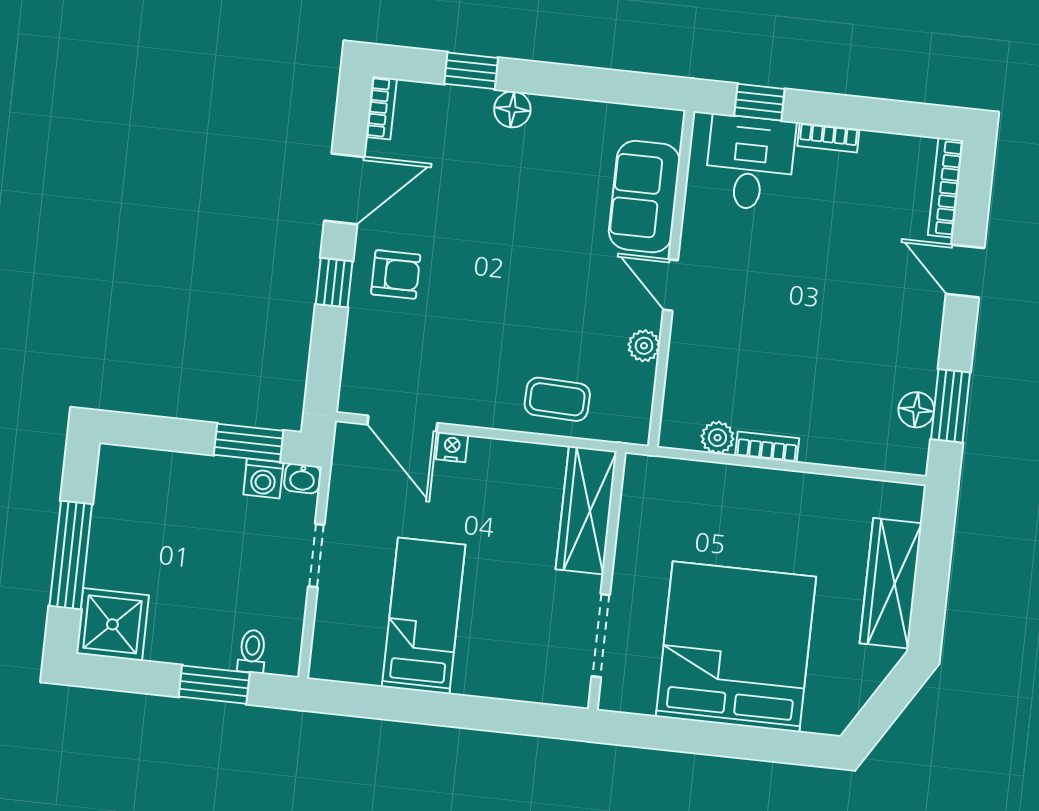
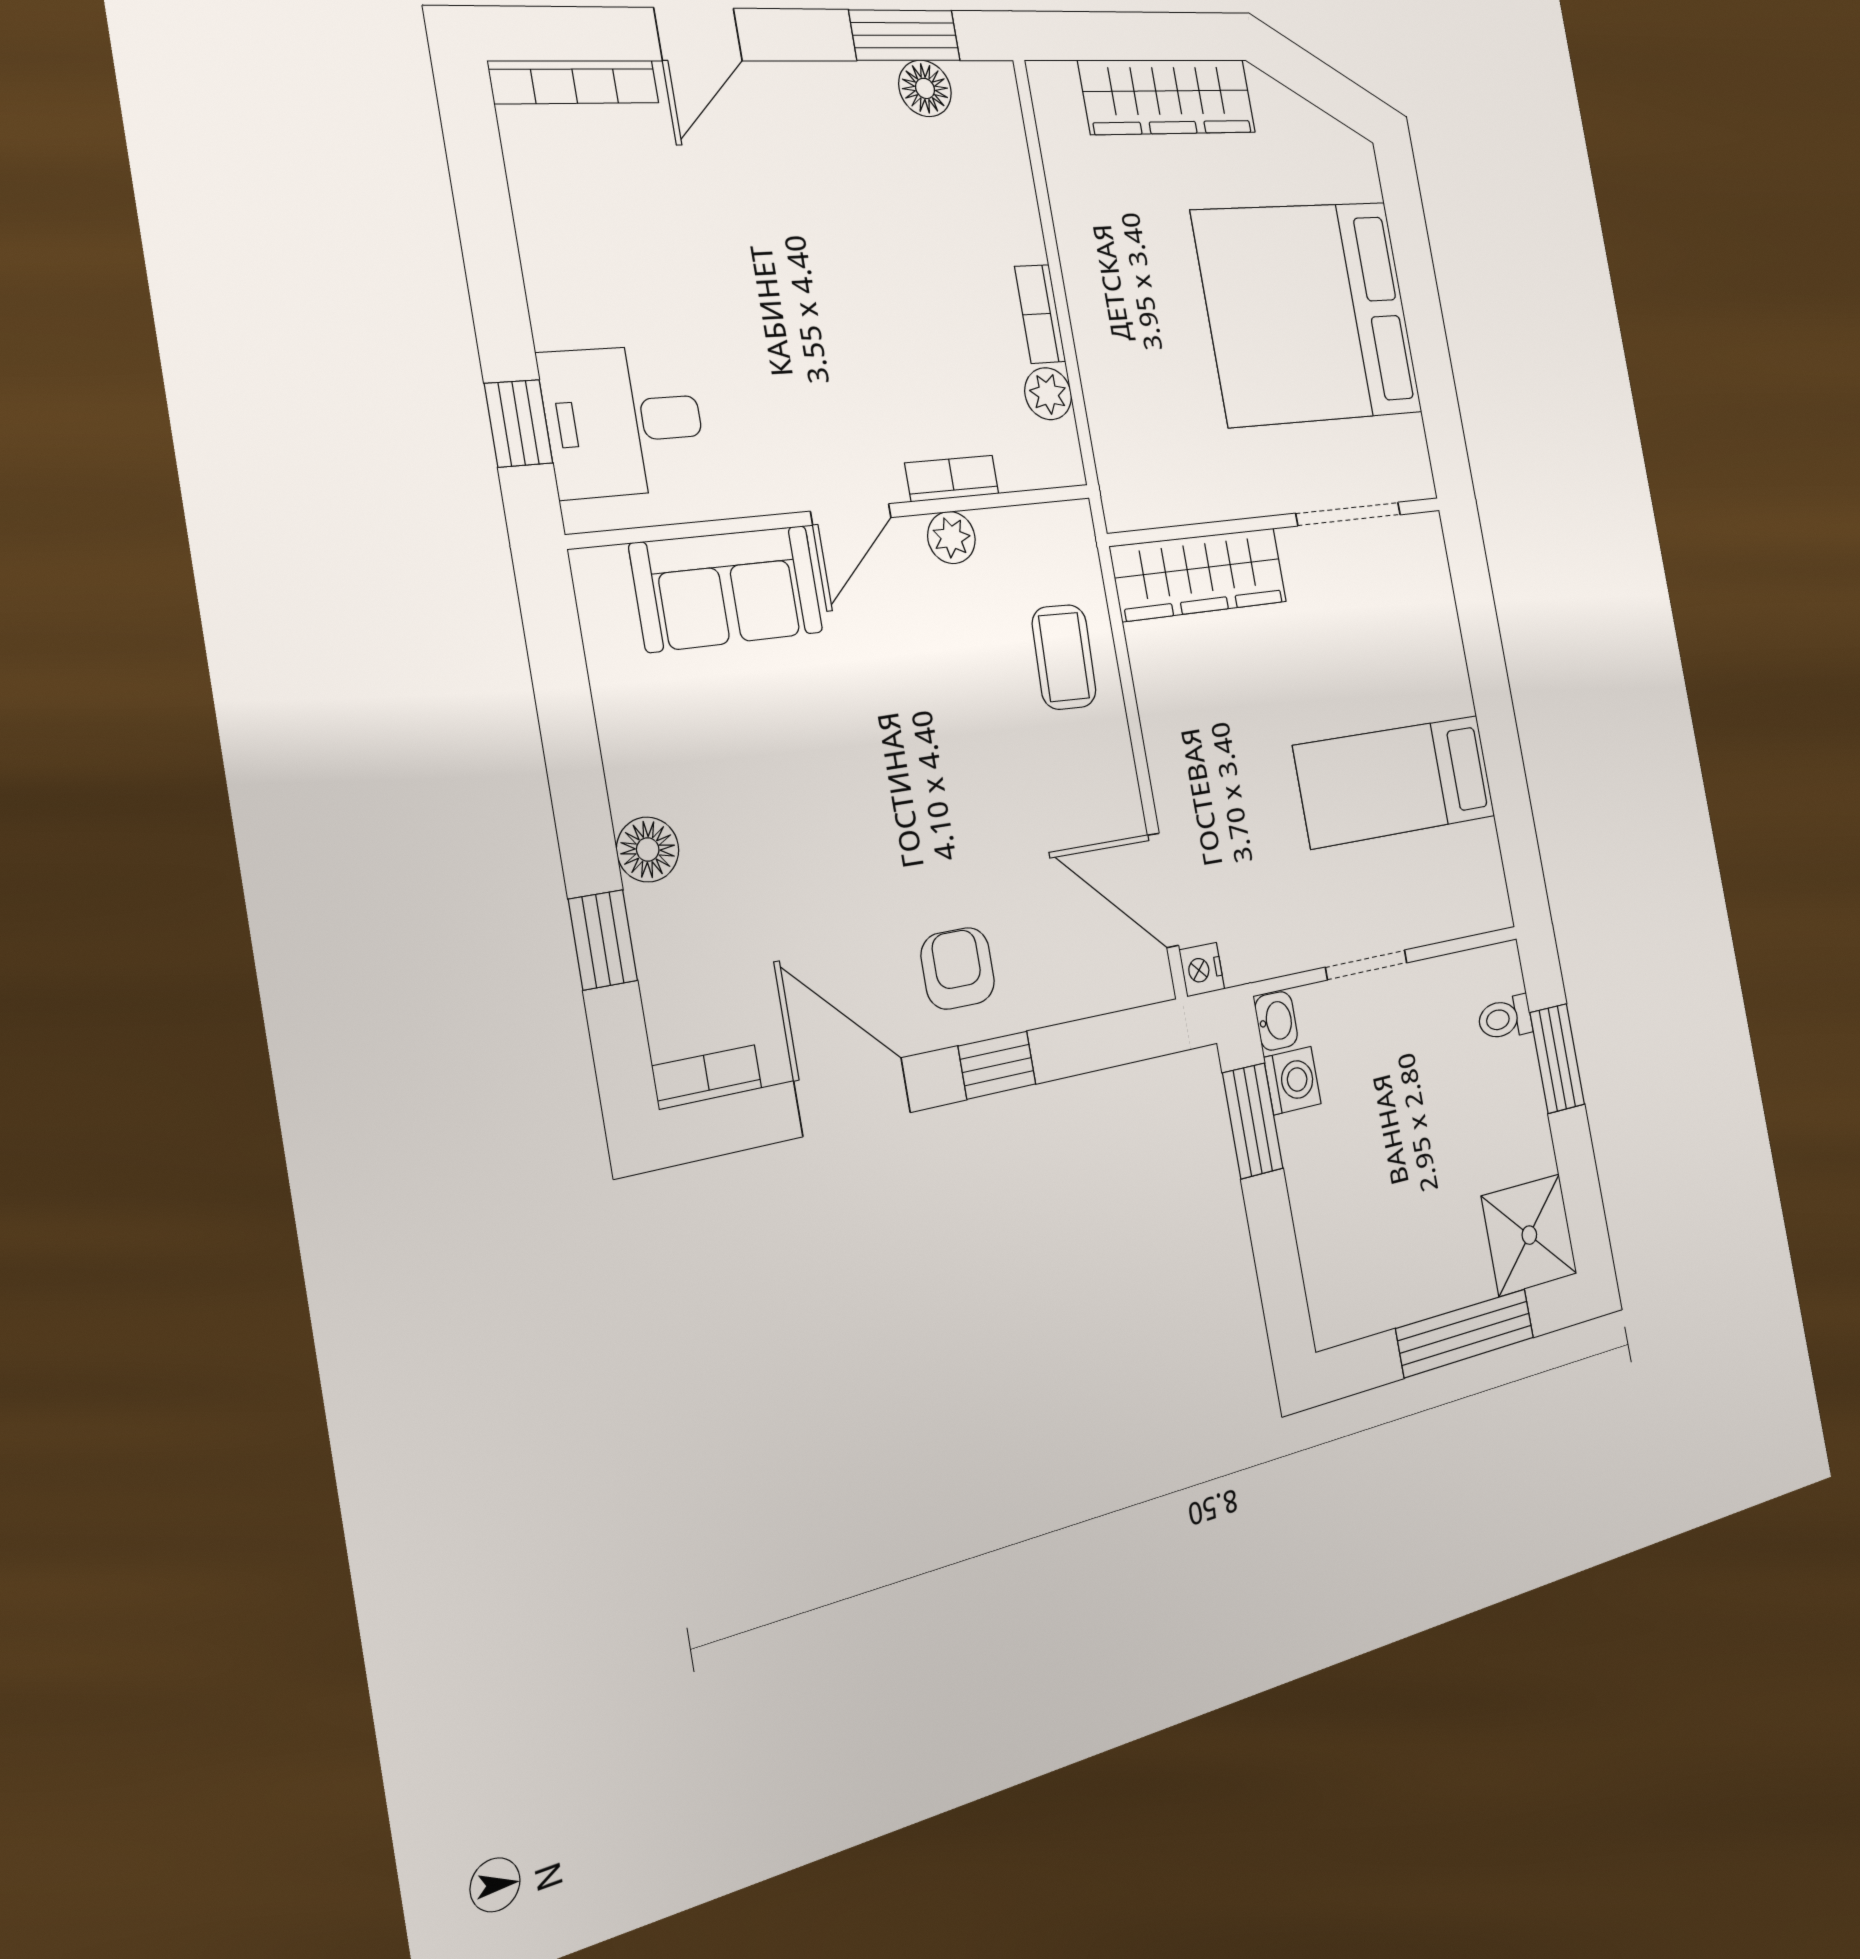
bookcase: (828, 138) -> (952, 478), moved, turned -90
door: (402, 424) -> (1163, 890), swing flipped
nightstand: (452, 447) -> (1202, 970), moved

